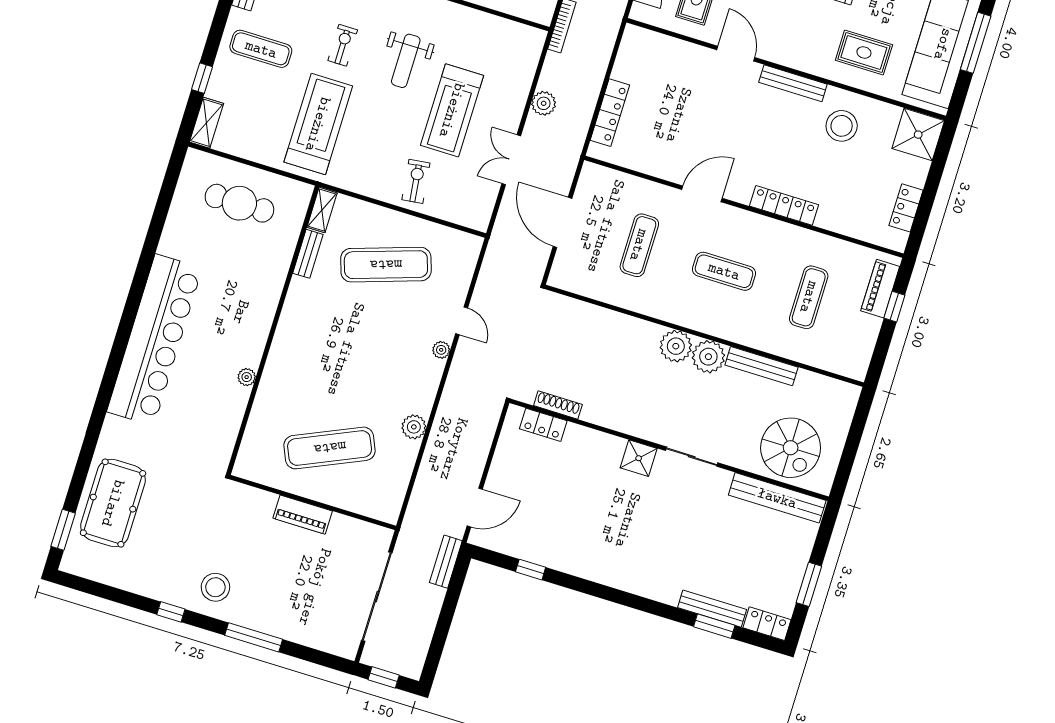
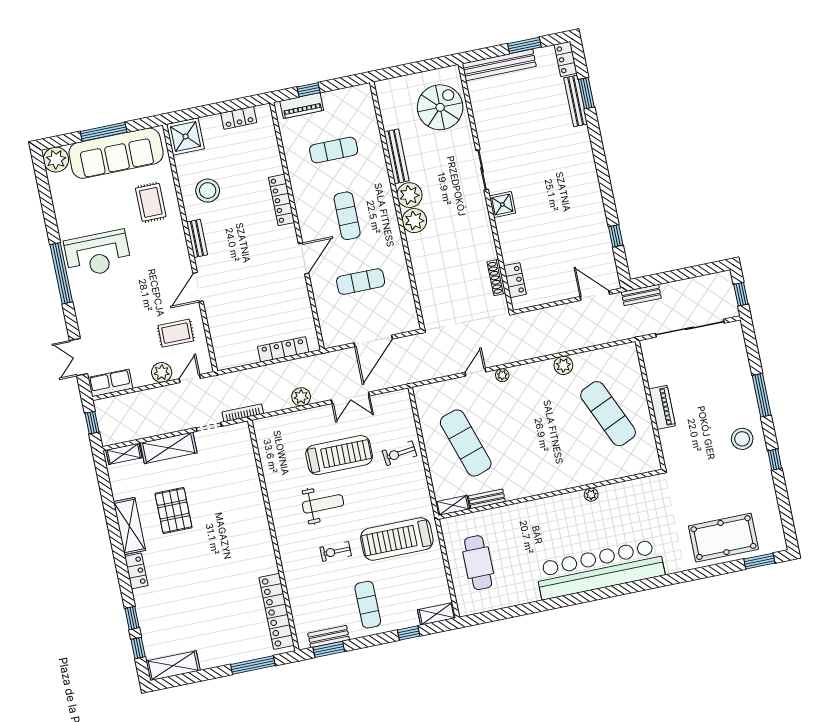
bench: (793, 83) -> (197, 238), width x0.73
door: (702, 194) -> (304, 259), swing flipped
bench: (777, 498) -> (499, 65), moved, turned 90

